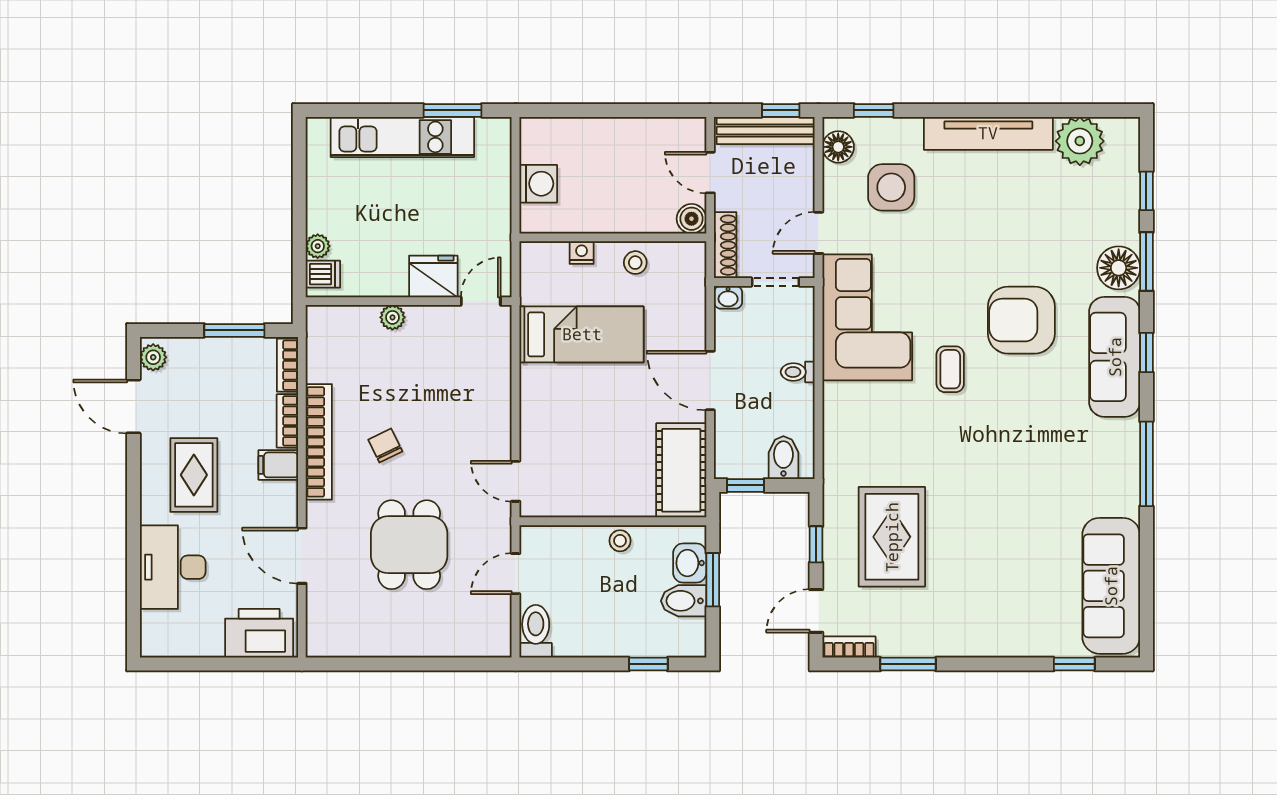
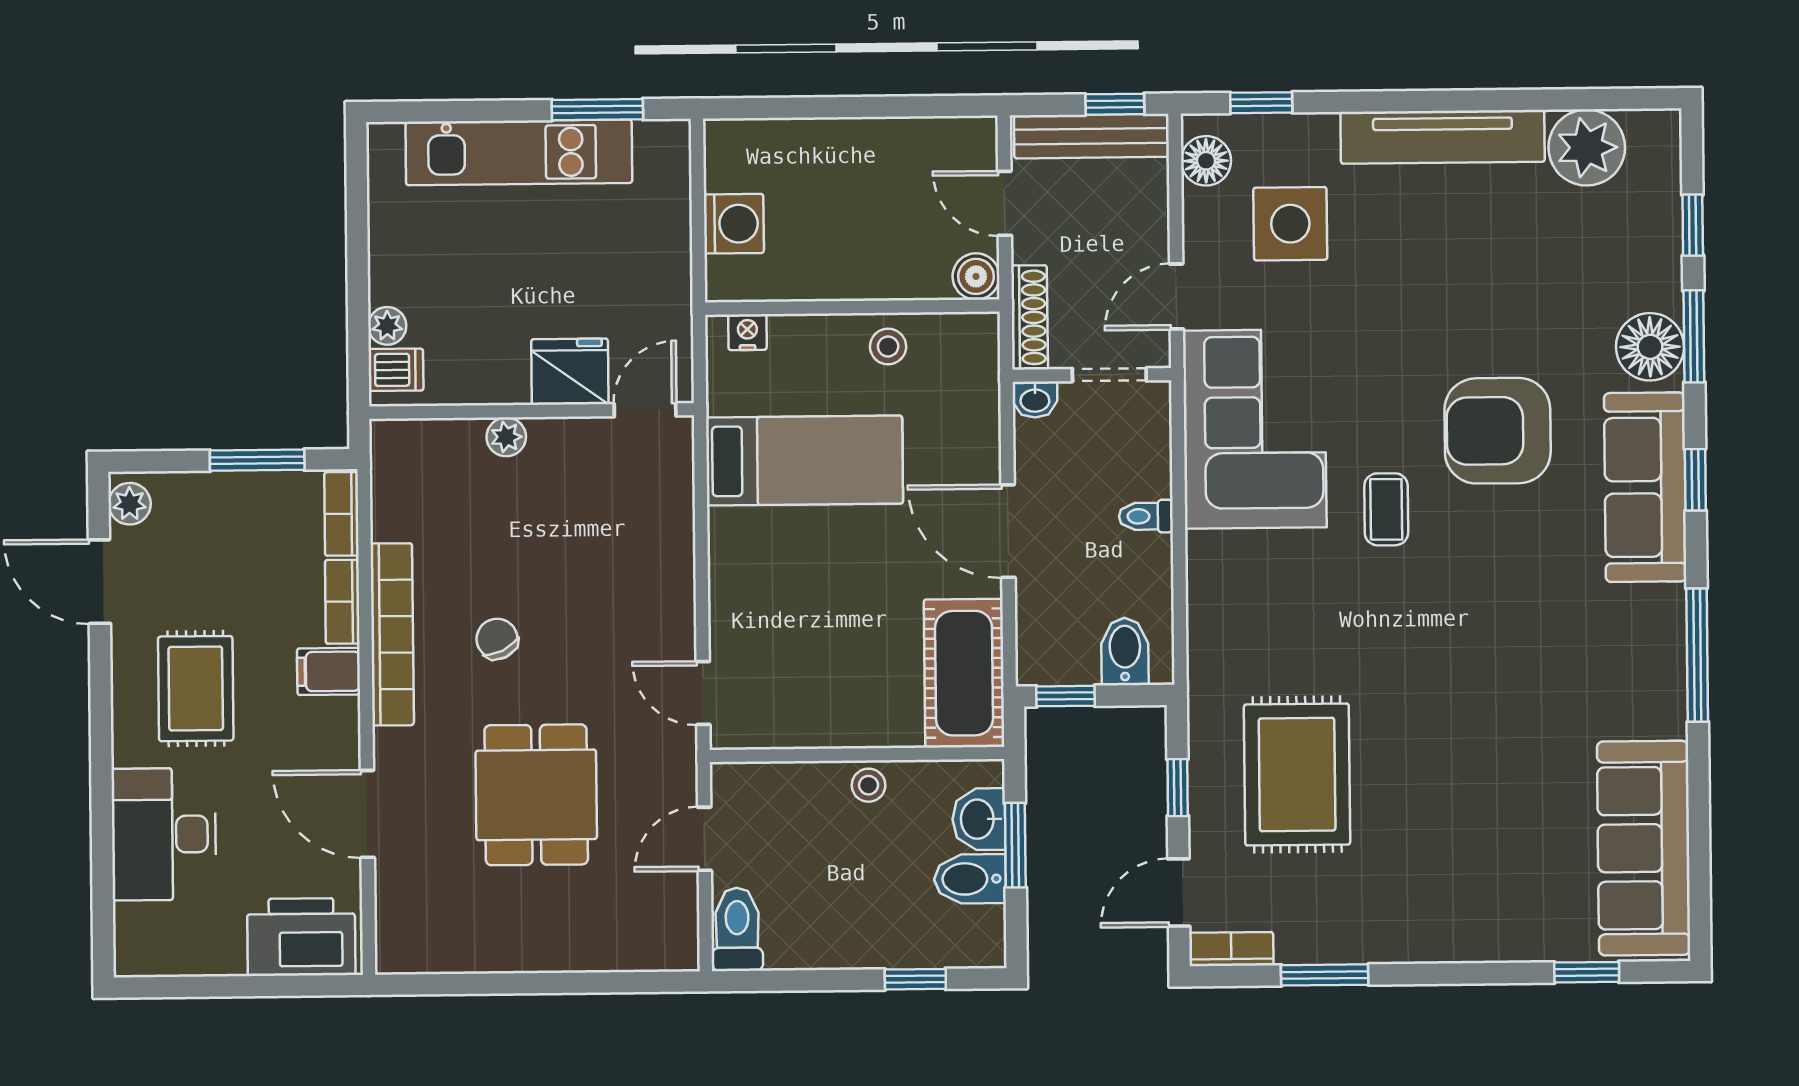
nightstand: (582, 253) -> (747, 332), moved

